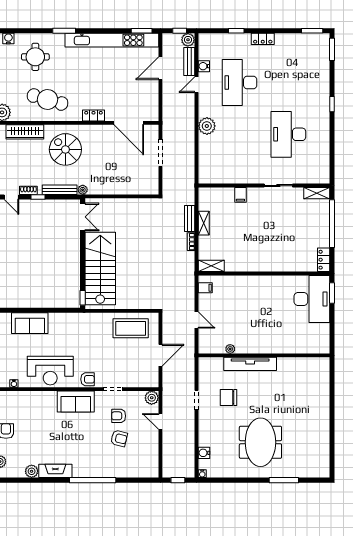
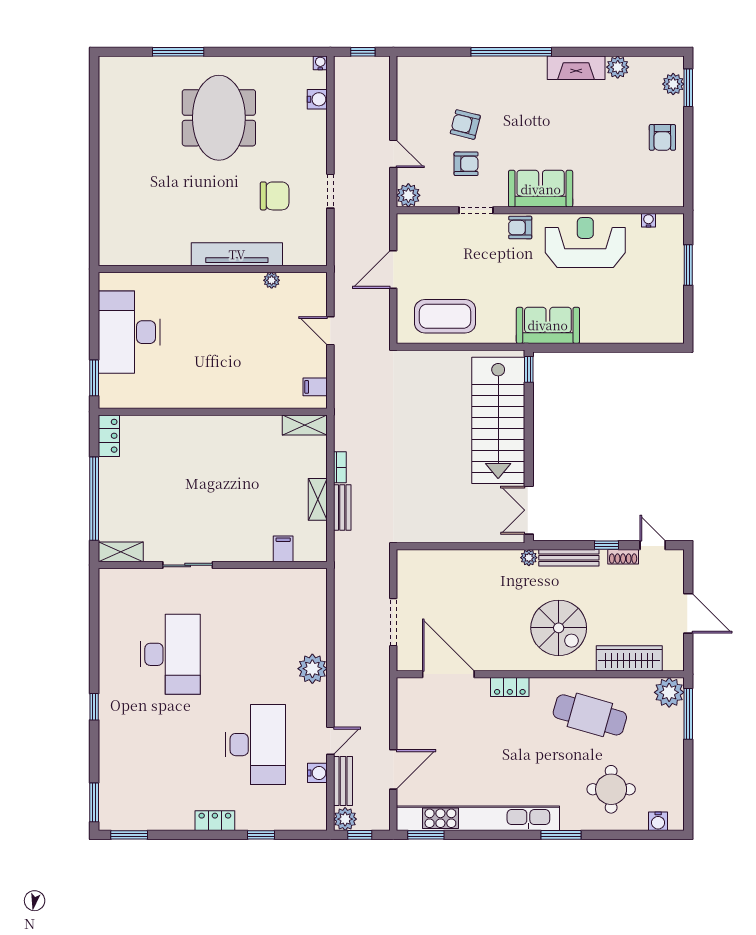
filing cabinet: (240, 195) -> (283, 549), moved
desk: (312, 299) -> (129, 332), moved
sofa: (30, 323) -> (548, 325), moved

